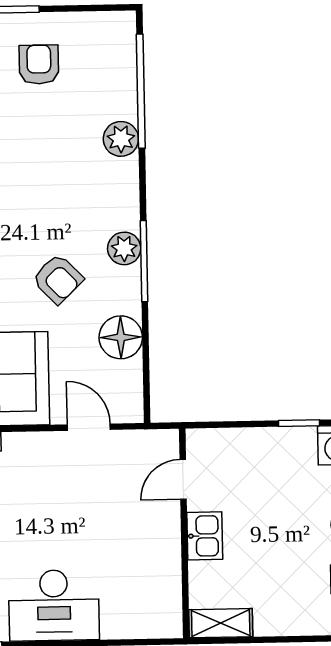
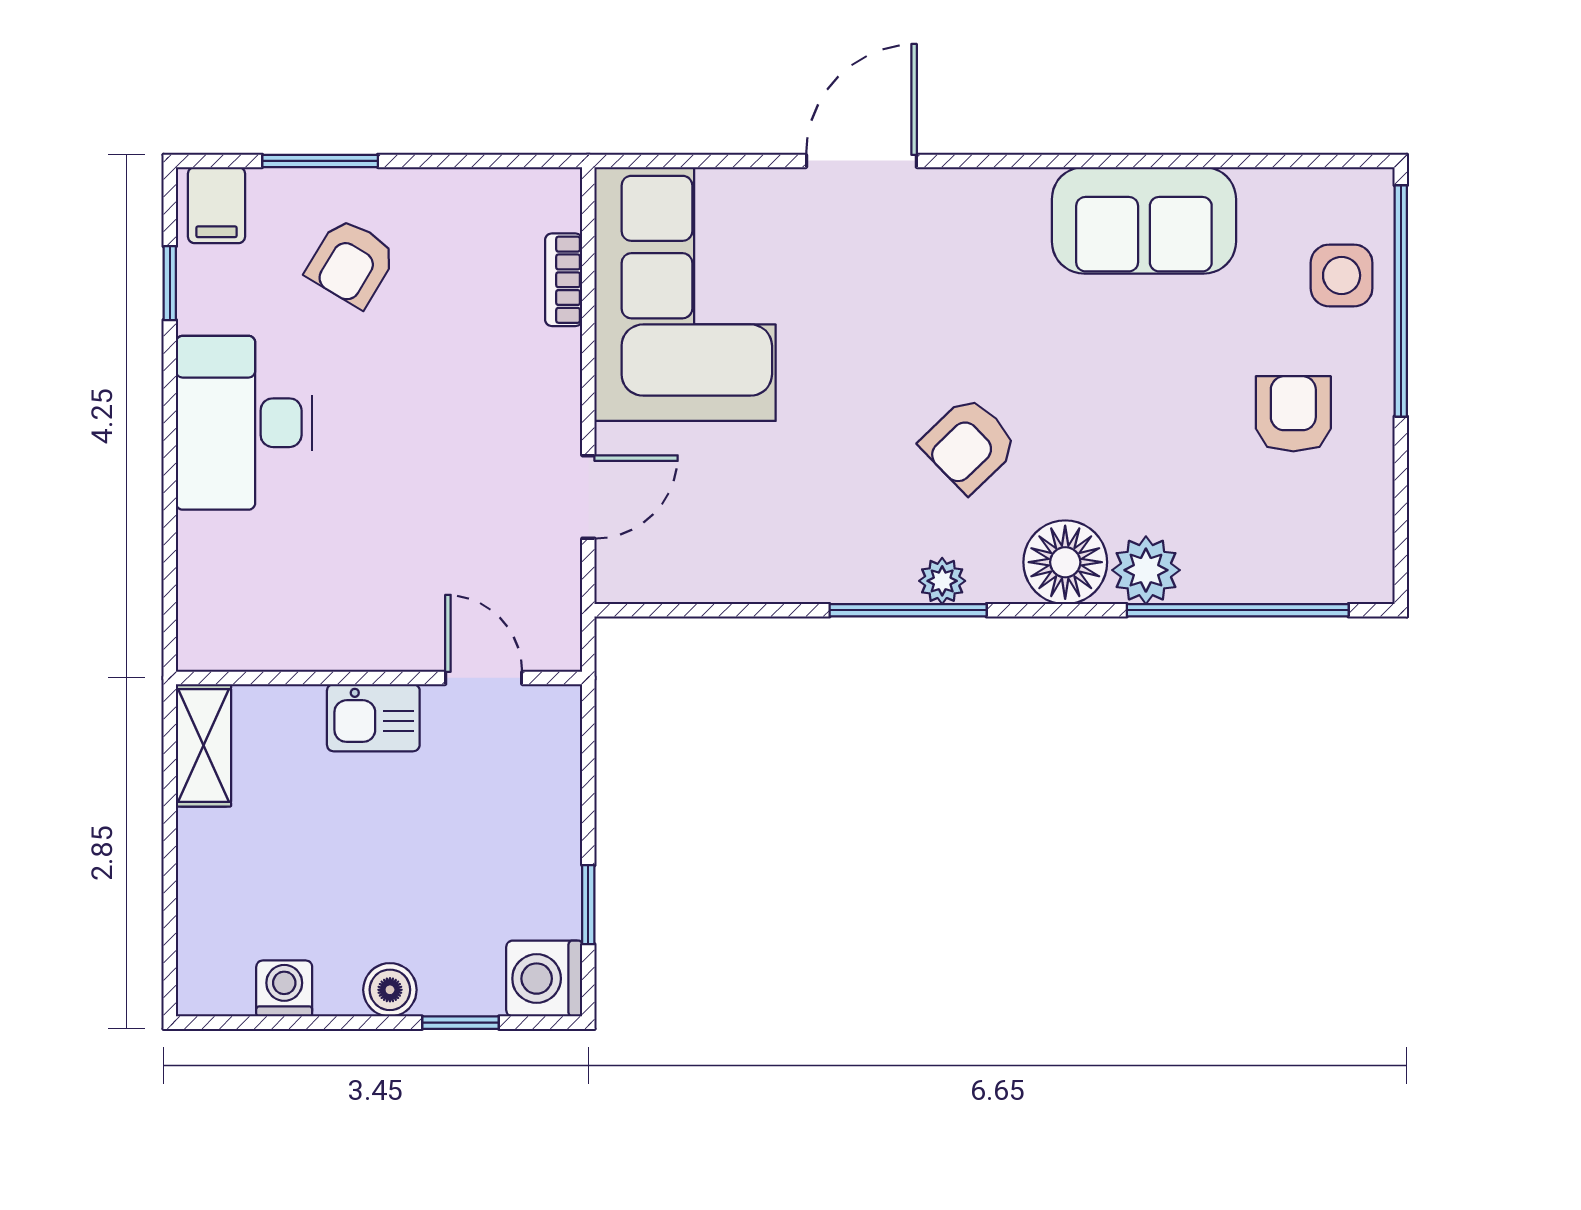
armchair: (39, 64) -> (1293, 414), turned -90
plant: (124, 248) -> (942, 581), width x0.73, depth x0.73
armchair: (58, 279) -> (969, 445), moved
floor lamp: (121, 337) -> (1065, 562), moved

